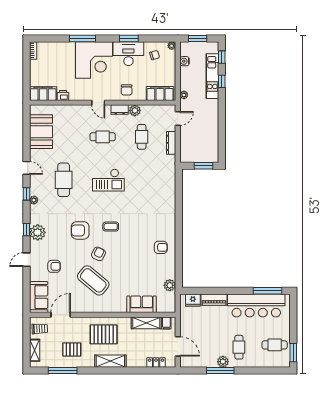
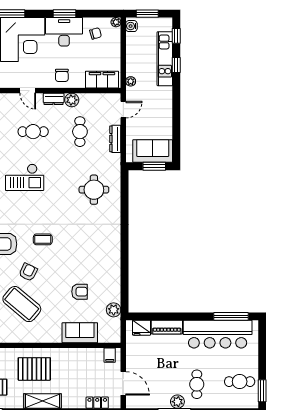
water cooler: (185, 61) -> (131, 26), moved
sofa: (202, 153) -> (153, 151), added
checkout: (108, 180) -> (25, 177), moved
round table: (153, 185) -> (94, 190), added
armchair: (161, 247) -> (79, 292), moved
shelving: (146, 323) -> (85, 355), removed

